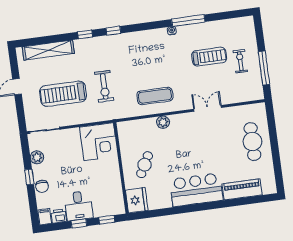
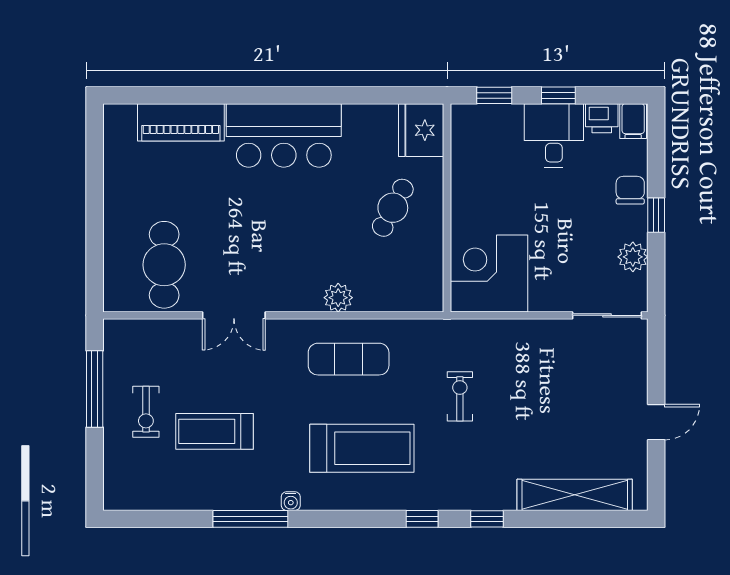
exercise bike: (104, 86) -> (460, 396), width x0.73, depth x0.72
treadmill: (63, 94) -> (362, 448), moved
cafe table: (252, 142) -> (164, 265), moved

